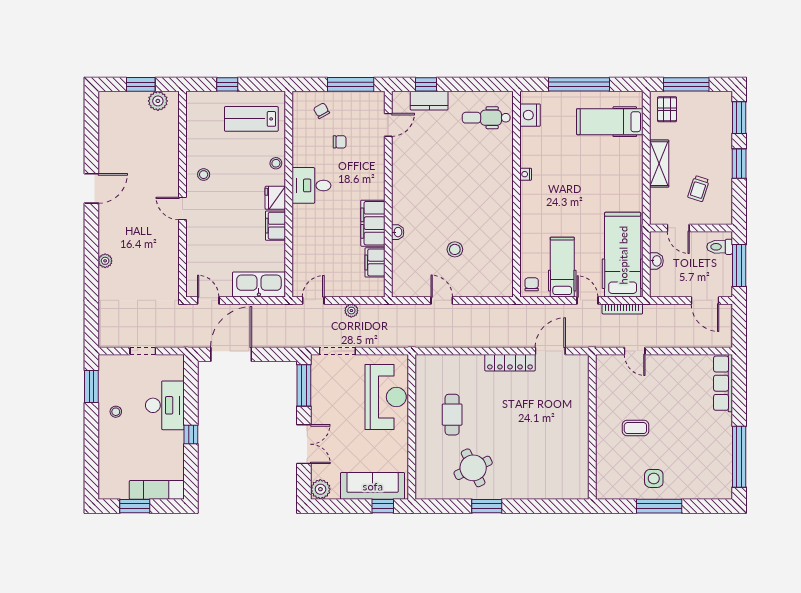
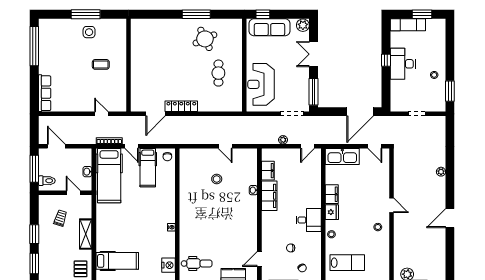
desk: (165, 405) -> (403, 64), moved
window: (487, 506) -> (196, 14), width x1.44

